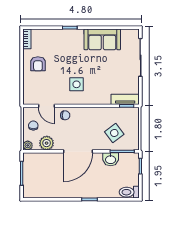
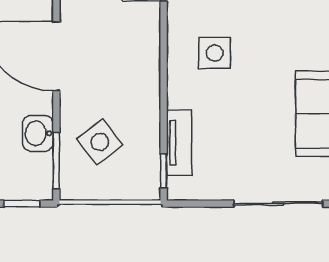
tv unit: (125, 99) -> (179, 143), moved
chair: (65, 115) -> (142, 26), removed

